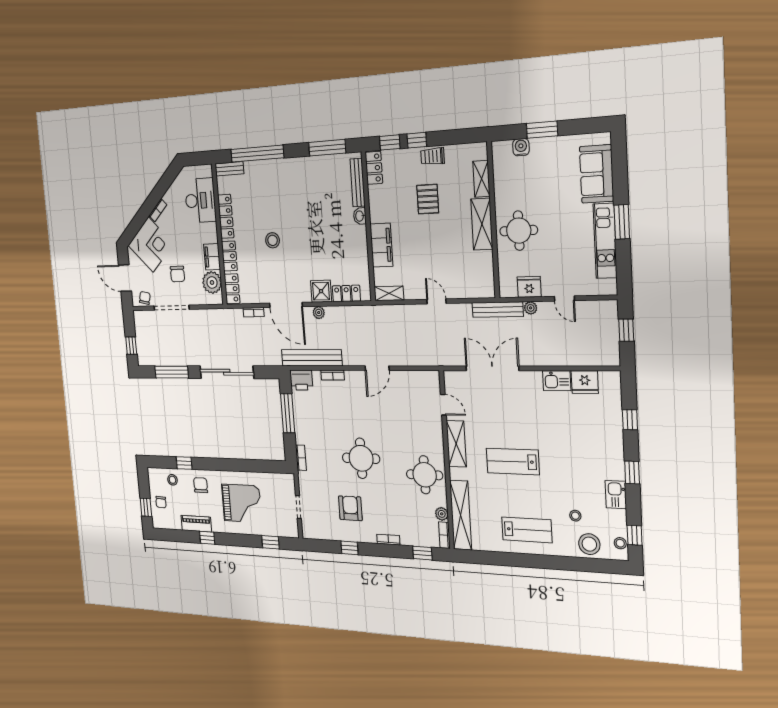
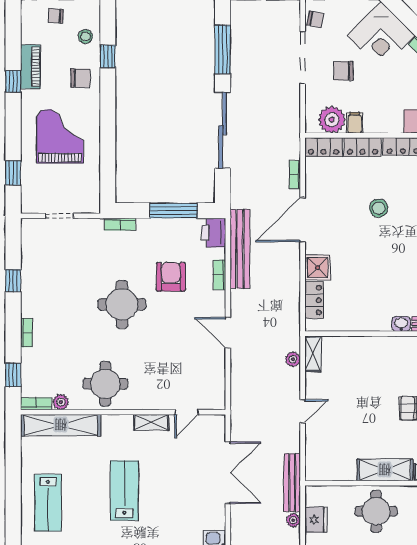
filing cabinet: (381, 245) -> (367, 348), removed
filing cabinet: (212, 257) -> (355, 123), width x0.50
plant: (319, 313) -> (293, 359), moved
shelving: (456, 444) -> (151, 422), width x0.67, depth x0.75
grand piano: (242, 503) -> (60, 136), turned 180
armchair: (350, 508) -> (171, 277), moved, turned -90

